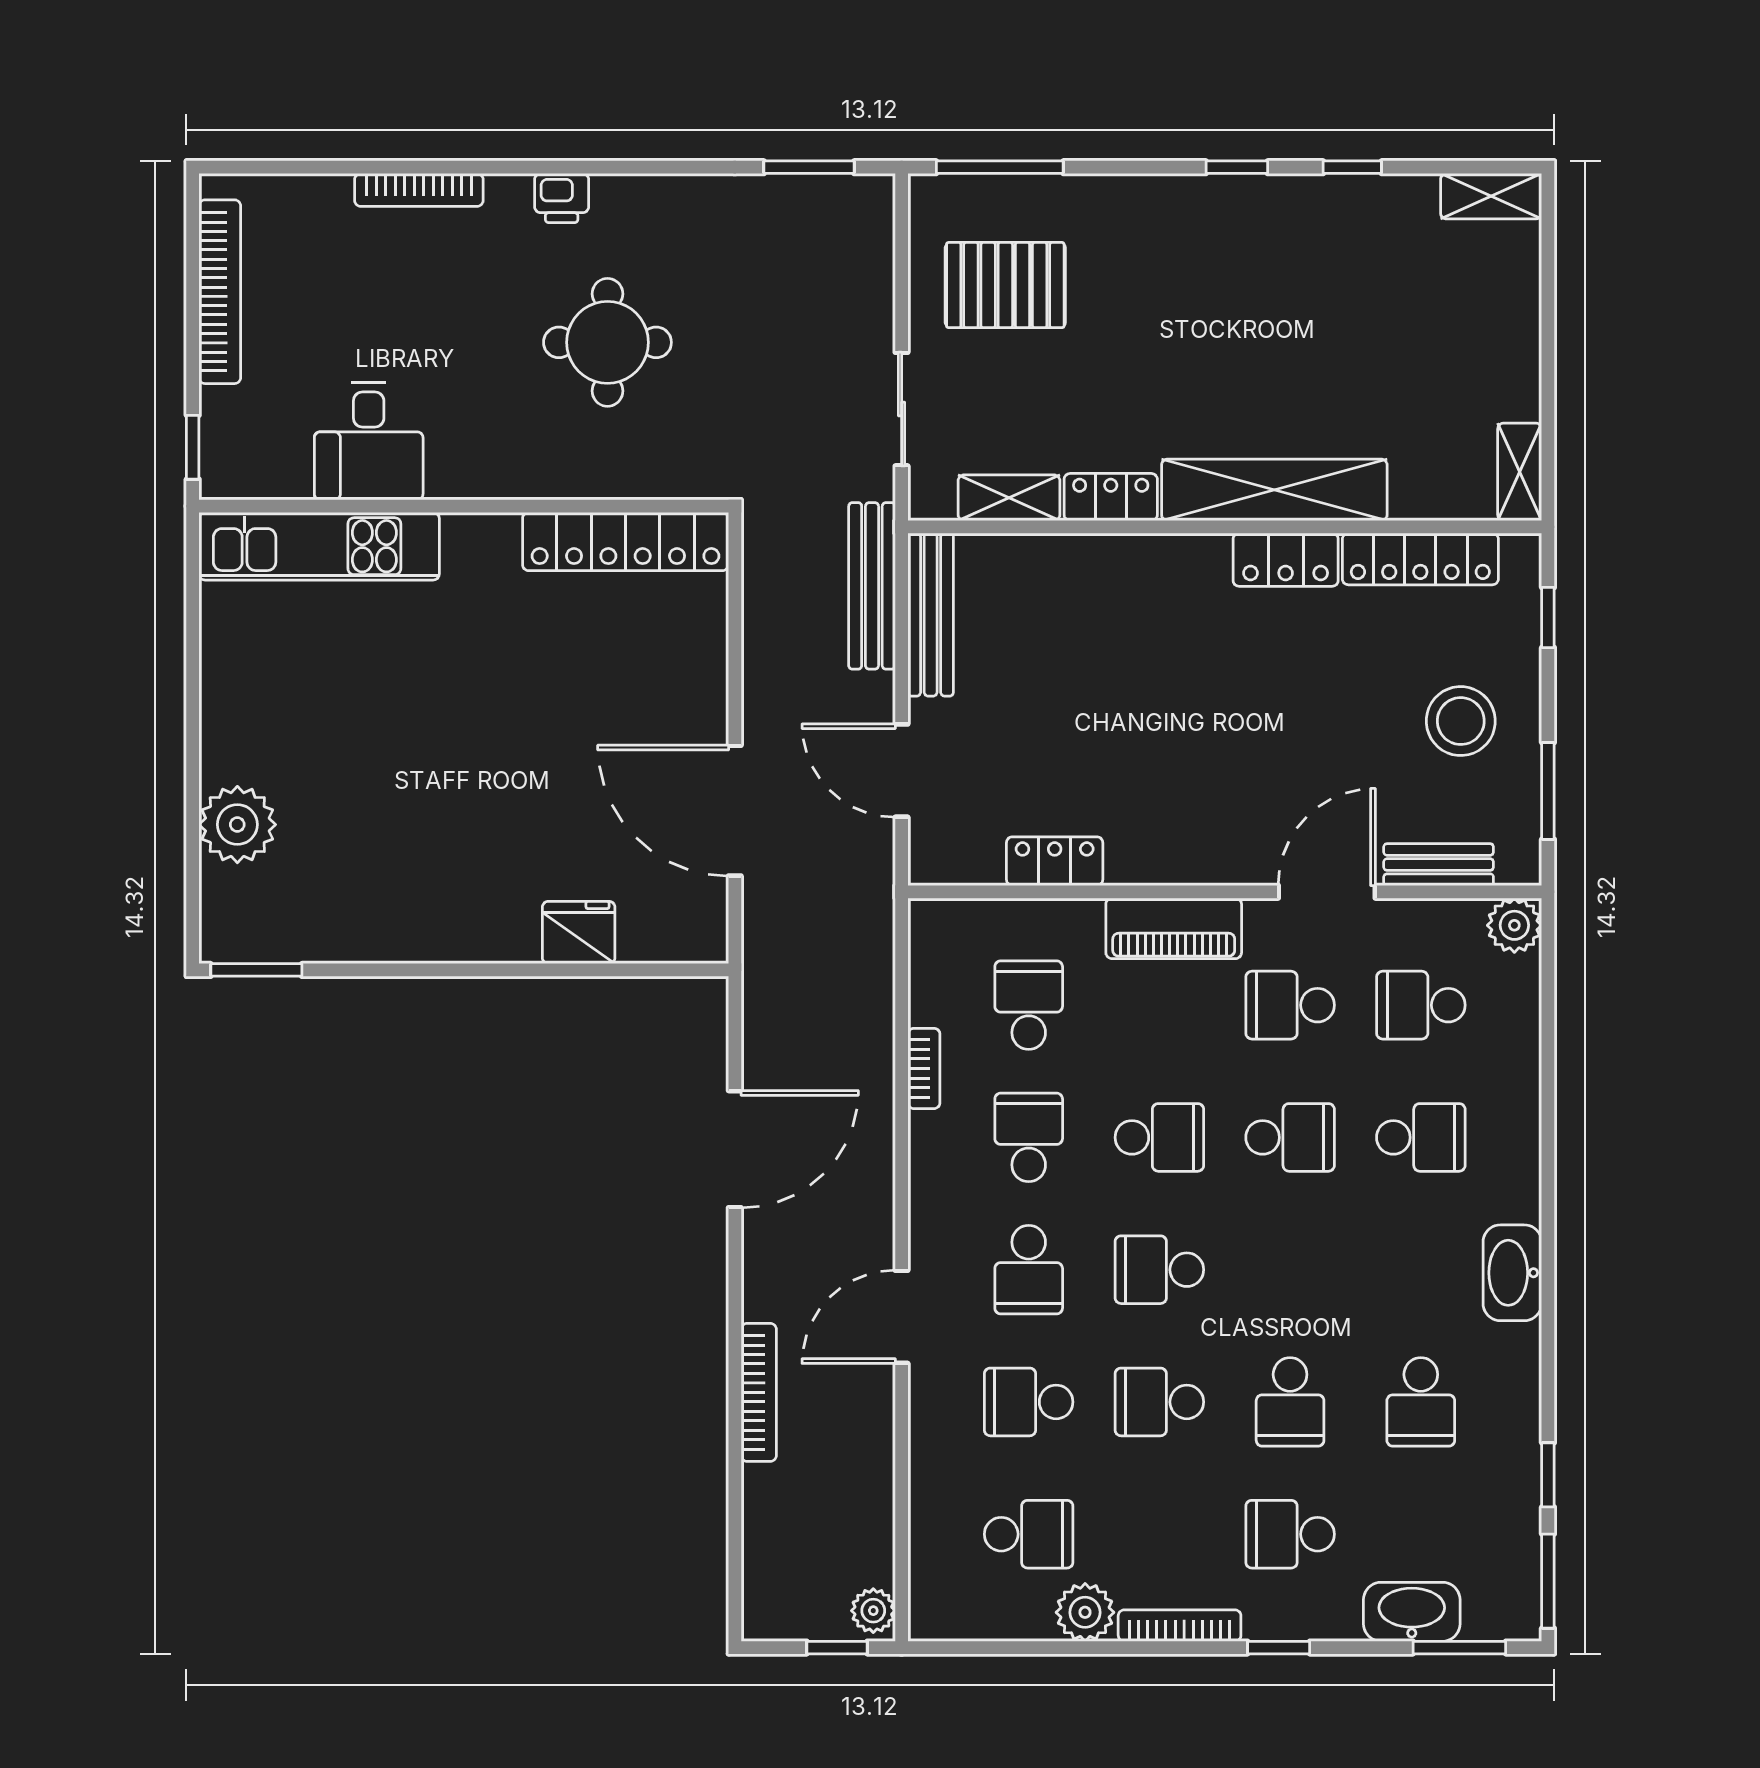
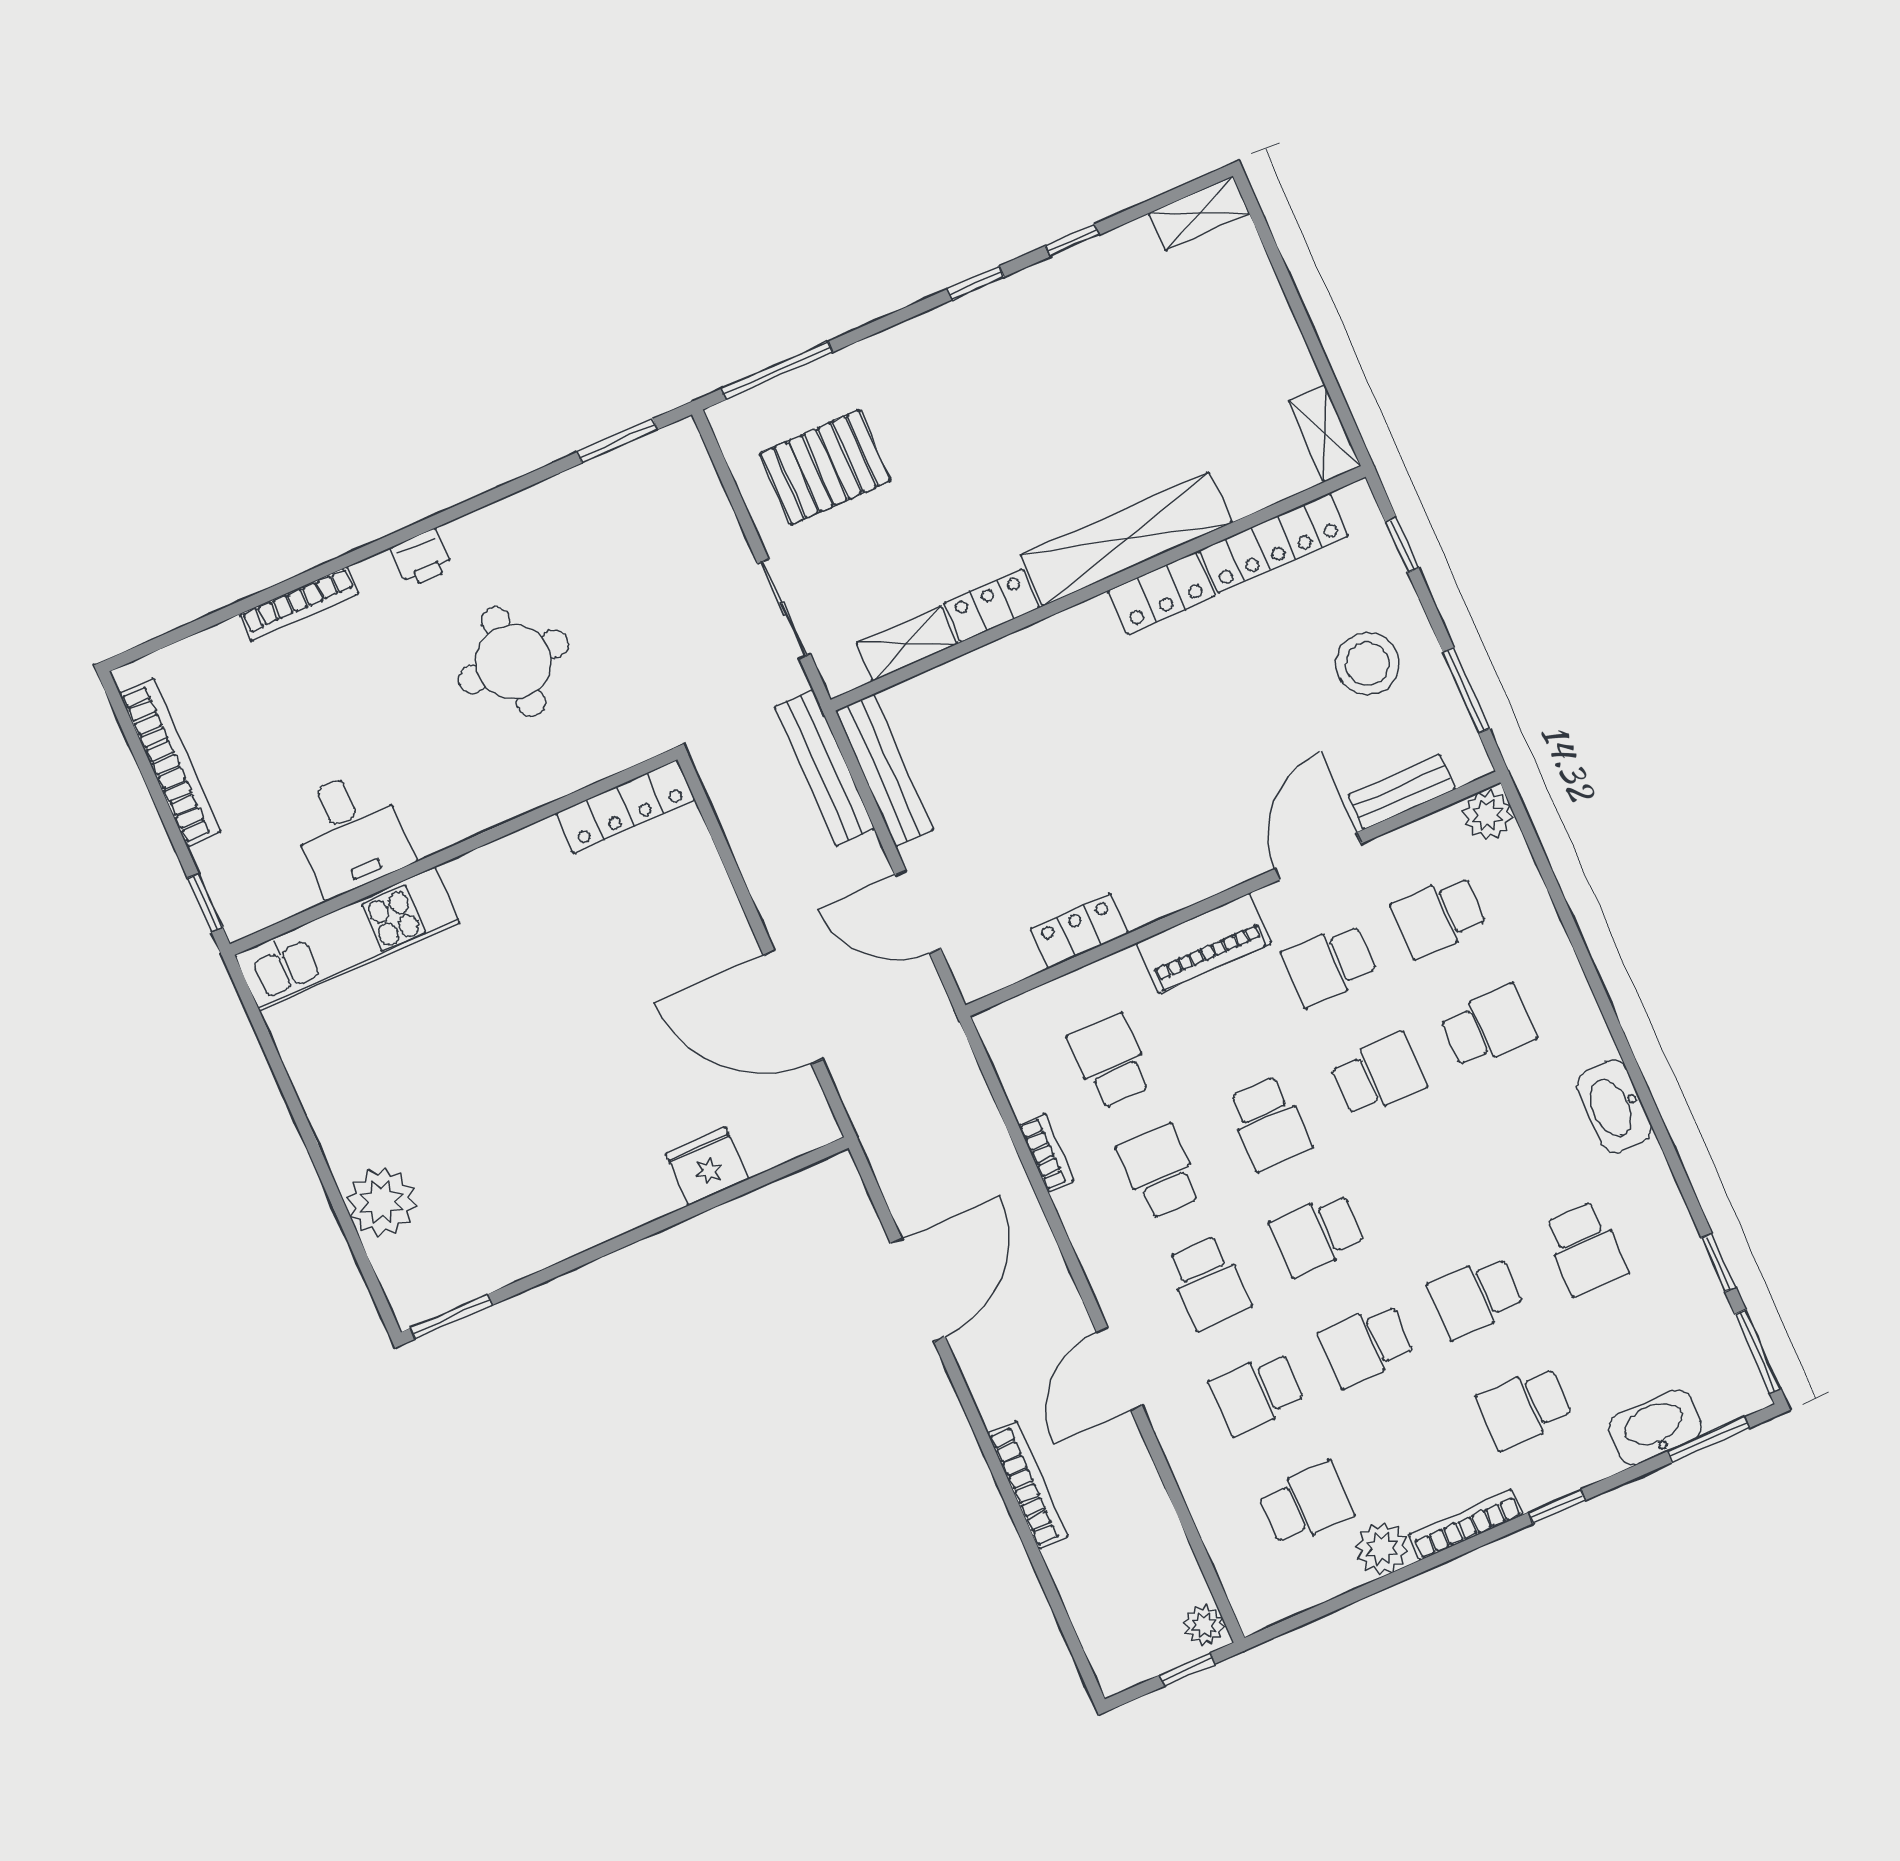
locker: (626, 541) -> (625, 806), width x0.71, depth x0.83
school desk: (1159, 1137) -> (1269, 1123), turned 90
school desk: (1290, 1402) -> (1476, 1297), turned 90

